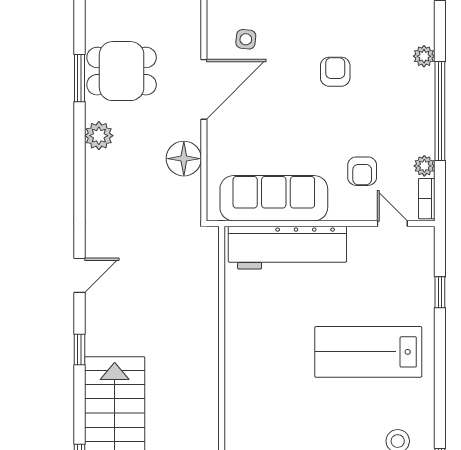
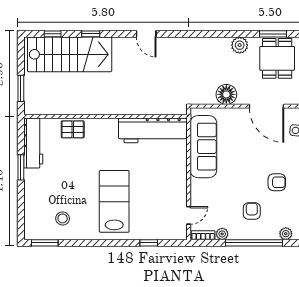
armchair: (362, 171) -> (252, 211), moved, turned 90
workbench: (287, 248) -> (153, 130), moved, turned -90
door: (79, 275) -> (146, 34), moved
window: (79, 350) -> (91, 34), moved
pallet: (244, 424) -> (73, 129), added

